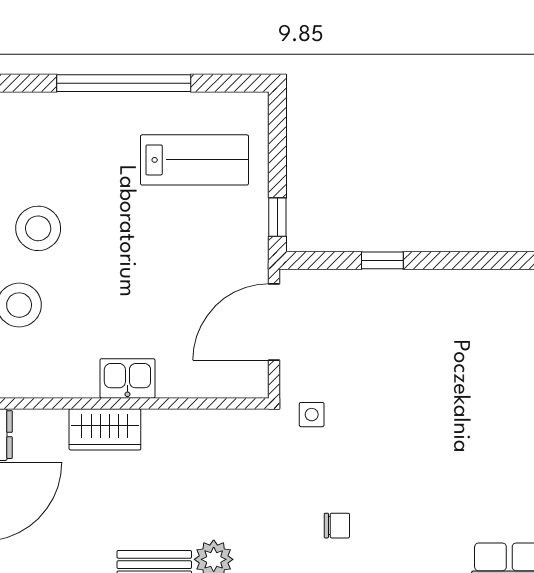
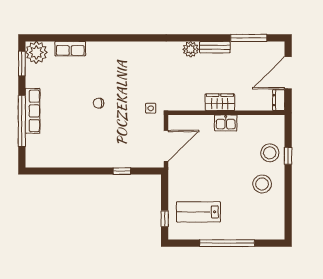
window: (277, 217) -> (165, 219), moved
wardrobe: (105, 429) -> (220, 102), moved
chair: (337, 526) -> (99, 103), moved

